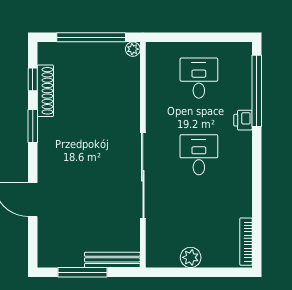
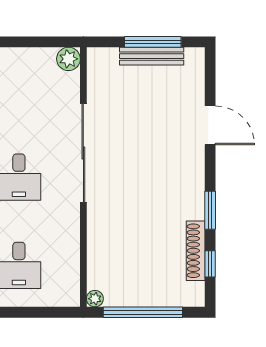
plant: (191, 257) -> (68, 59), moved
bench: (112, 260) -> (152, 56), moved

